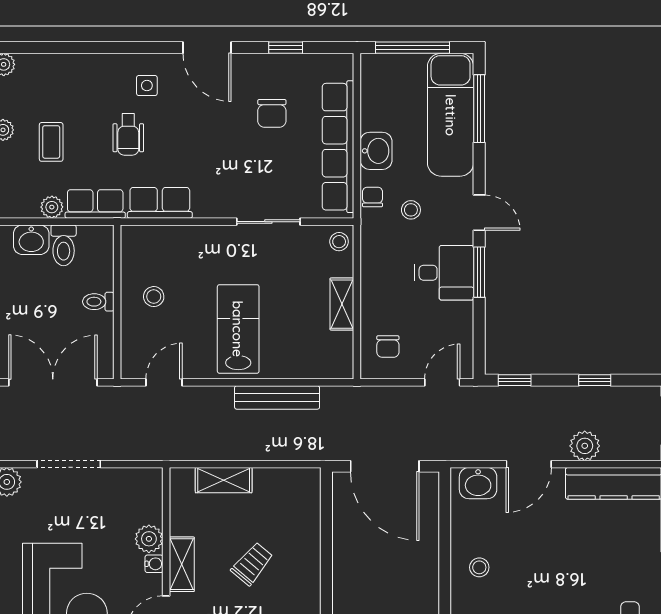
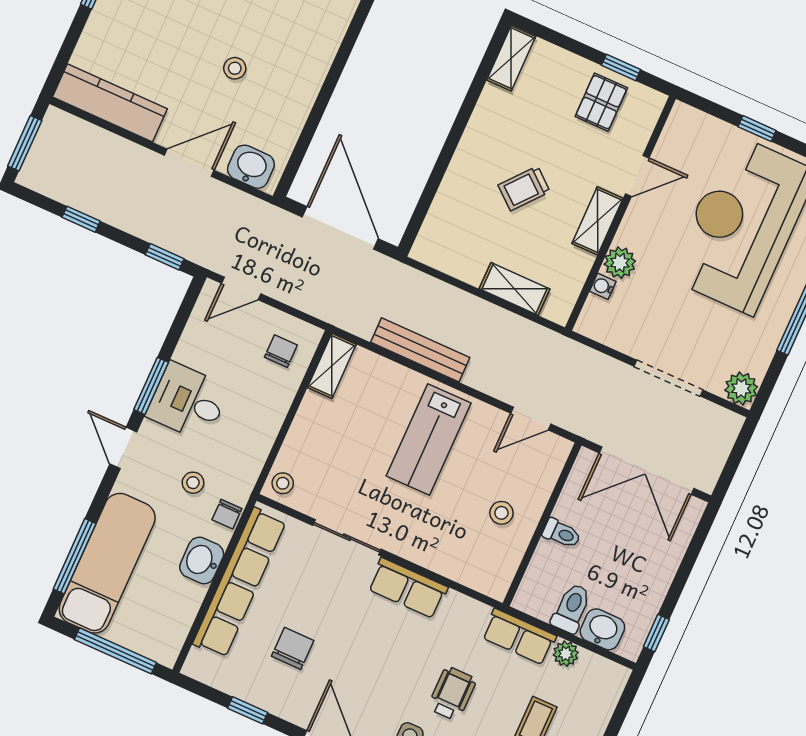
row of seats: (160, 203) -> (408, 588), moved
shelving: (342, 304) -> (332, 366), moved
plant: (585, 446) -> (122, 156), removed
water cooler: (154, 564) -> (603, 286), moved
stool: (479, 567) -> (235, 68), moved

